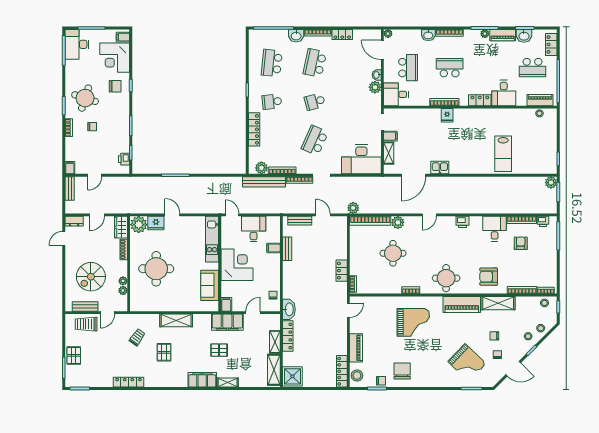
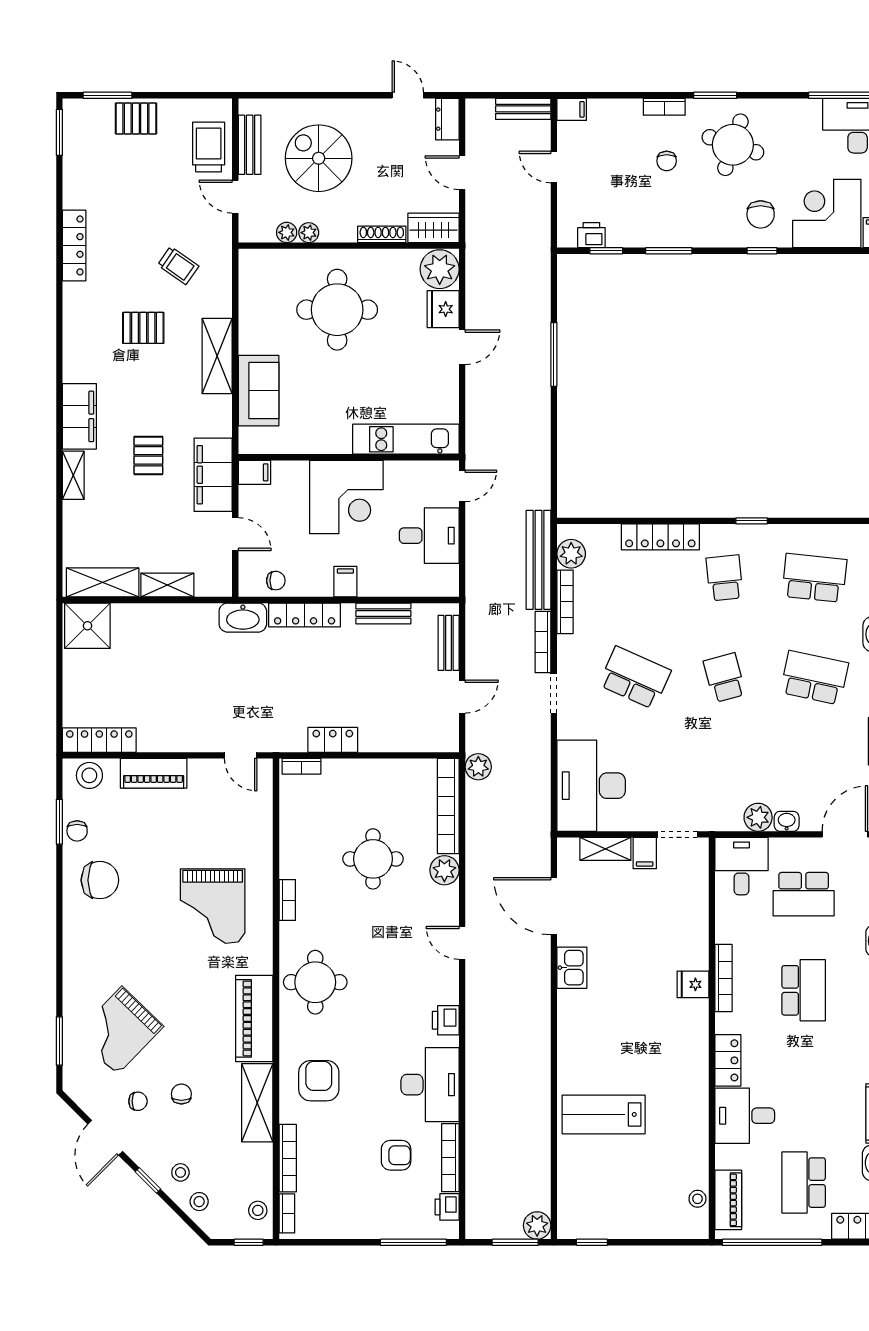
desk: (495, 229) -> (430, 1085), width x1.37
filing cabinet: (273, 248) -> (345, 582), moved
sofa: (210, 285) -> (259, 391), moved, turned 90
locker: (288, 336) -> (305, 615), moved

